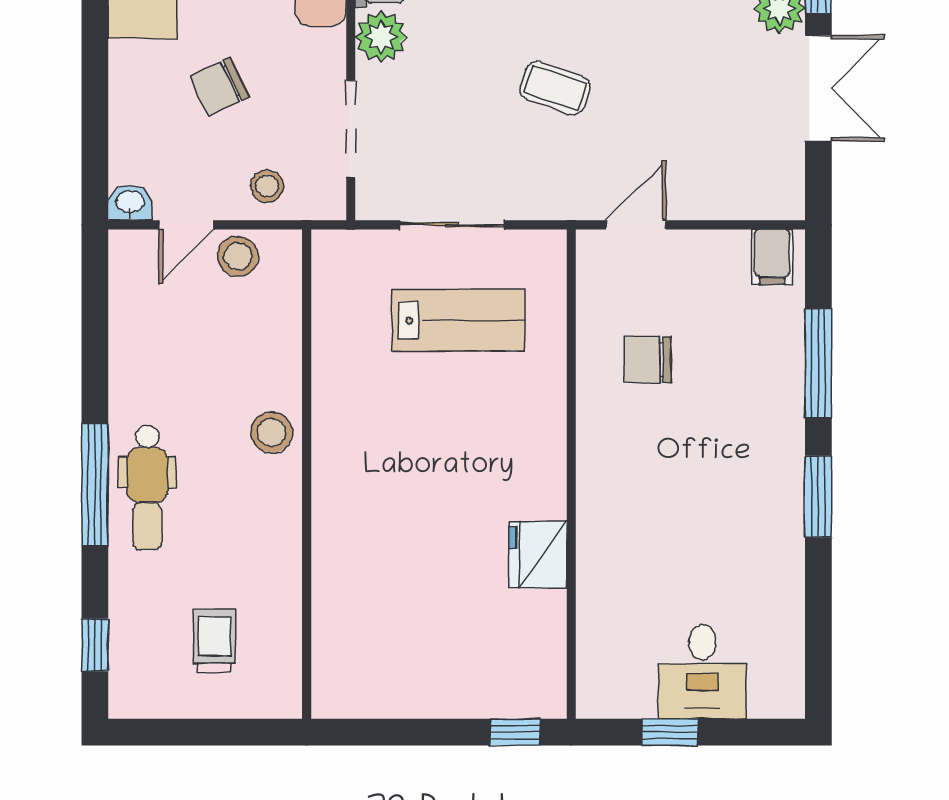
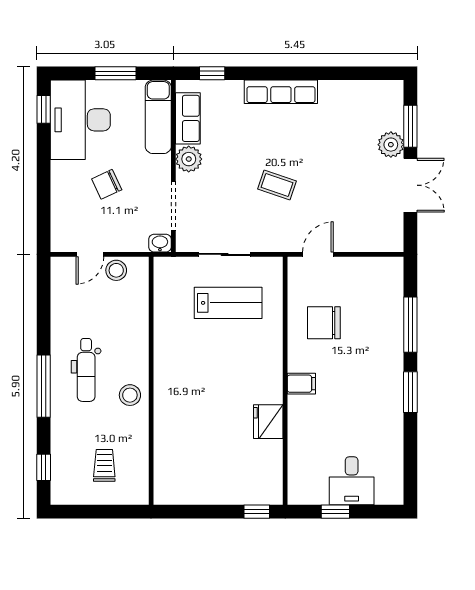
stool: (267, 186) -> (131, 235), removed
washbasin: (130, 203) -> (160, 243), moved
filing cabinet: (772, 257) -> (301, 384), moved, turned -90
chair: (647, 360) -> (324, 323), width x1.37, depth x1.37
stool: (271, 432) -> (130, 395), moved
dental chair: (147, 488) -> (86, 370), moved

